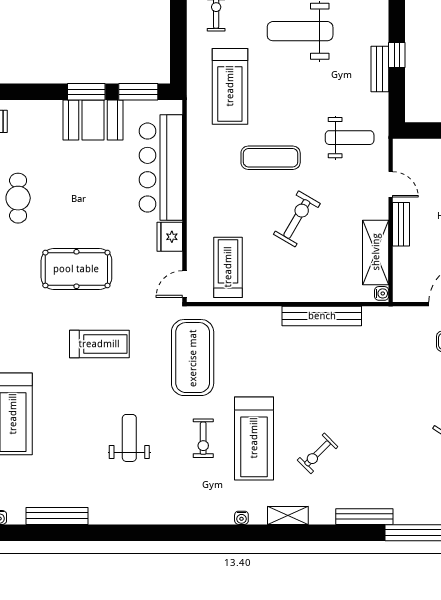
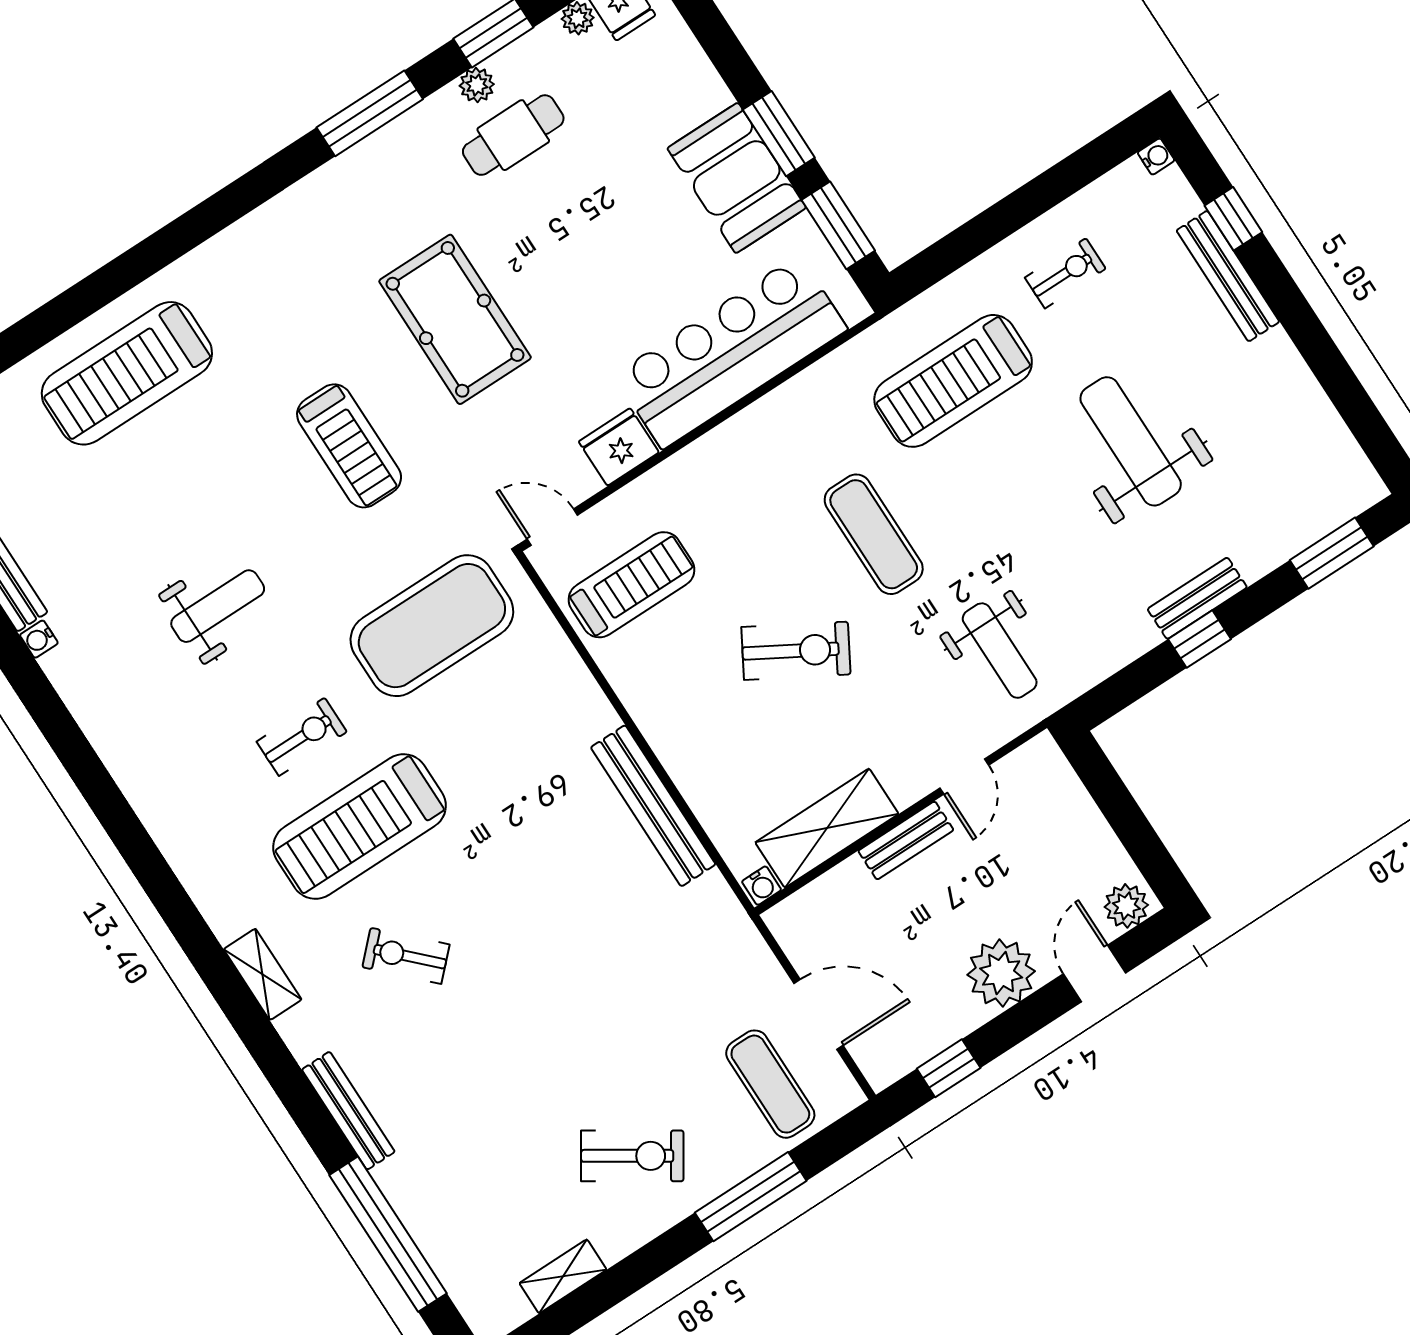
bench: (380, 69) -> (1197, 598), moved
exercise bike: (203, 438) -> (302, 737), turned 180
water cooler: (241, 518) -> (39, 639), moved

